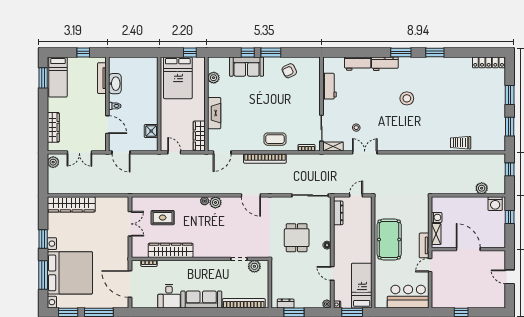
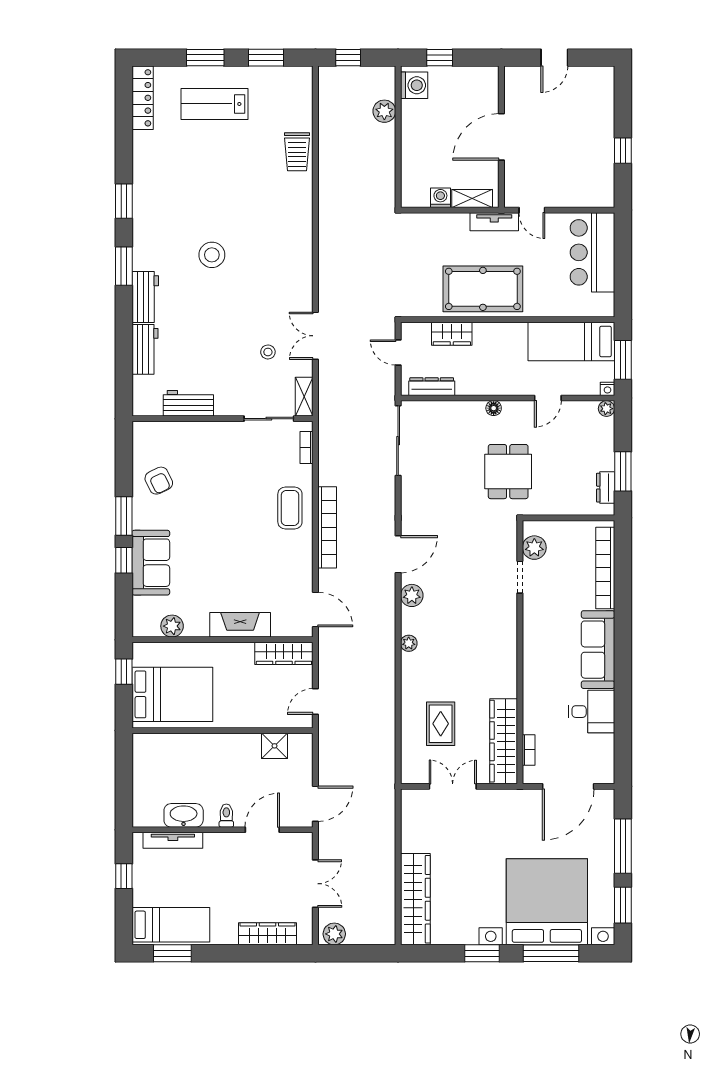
lab bench: (485, 100) -> (215, 104), added
plant: (215, 202) -> (412, 595), moved
wardrobe: (366, 223) -> (452, 334), added
dining table: (297, 238) -> (508, 472), moved, turned 90
wardrobe: (171, 250) -> (504, 741), moved

